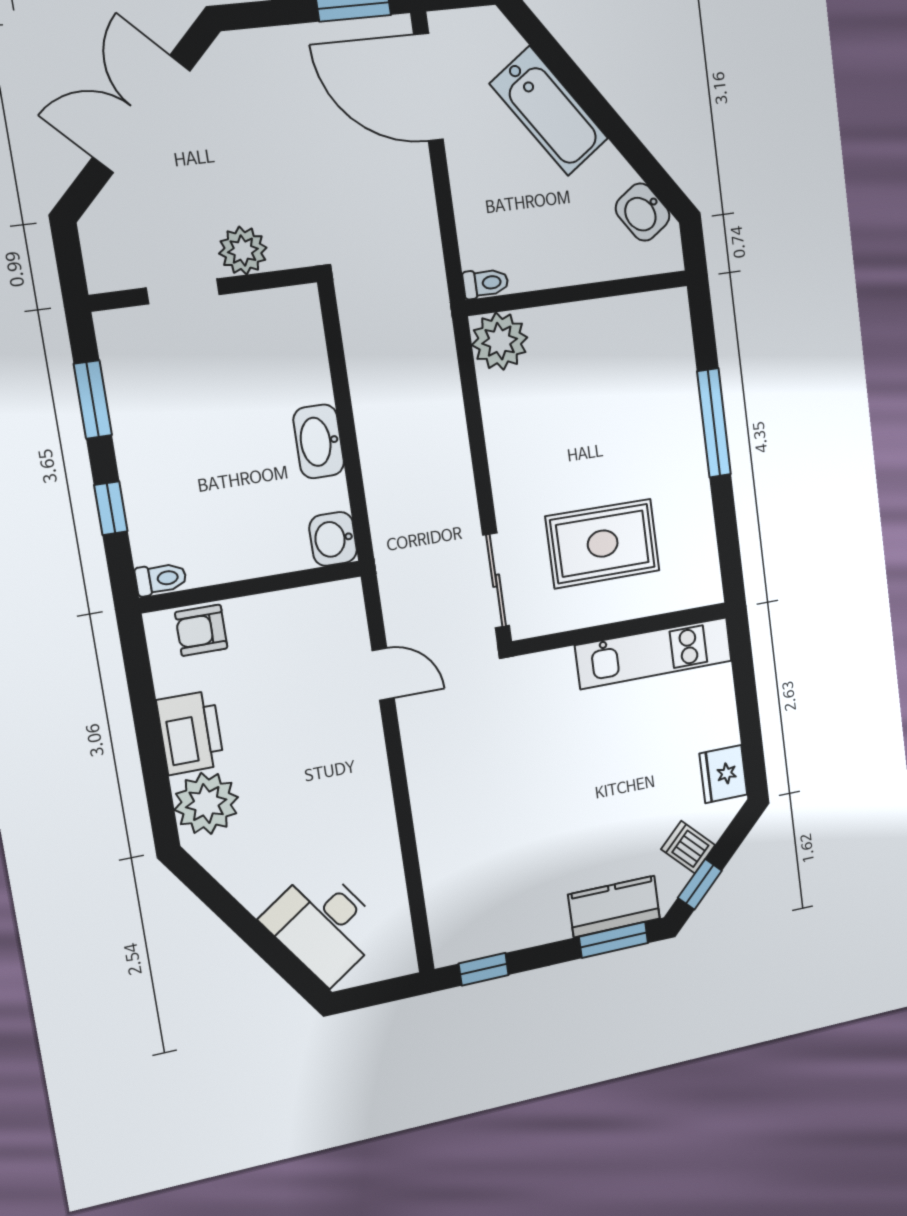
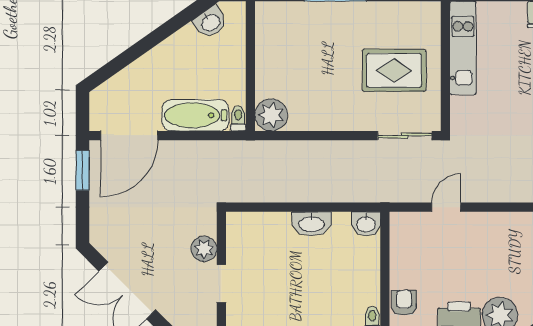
bathtub: (549, 111) -> (195, 115), moved, turned -145
rug: (603, 544) -> (394, 70), turned 90
armchair: (201, 630) -> (404, 303), turned 180

